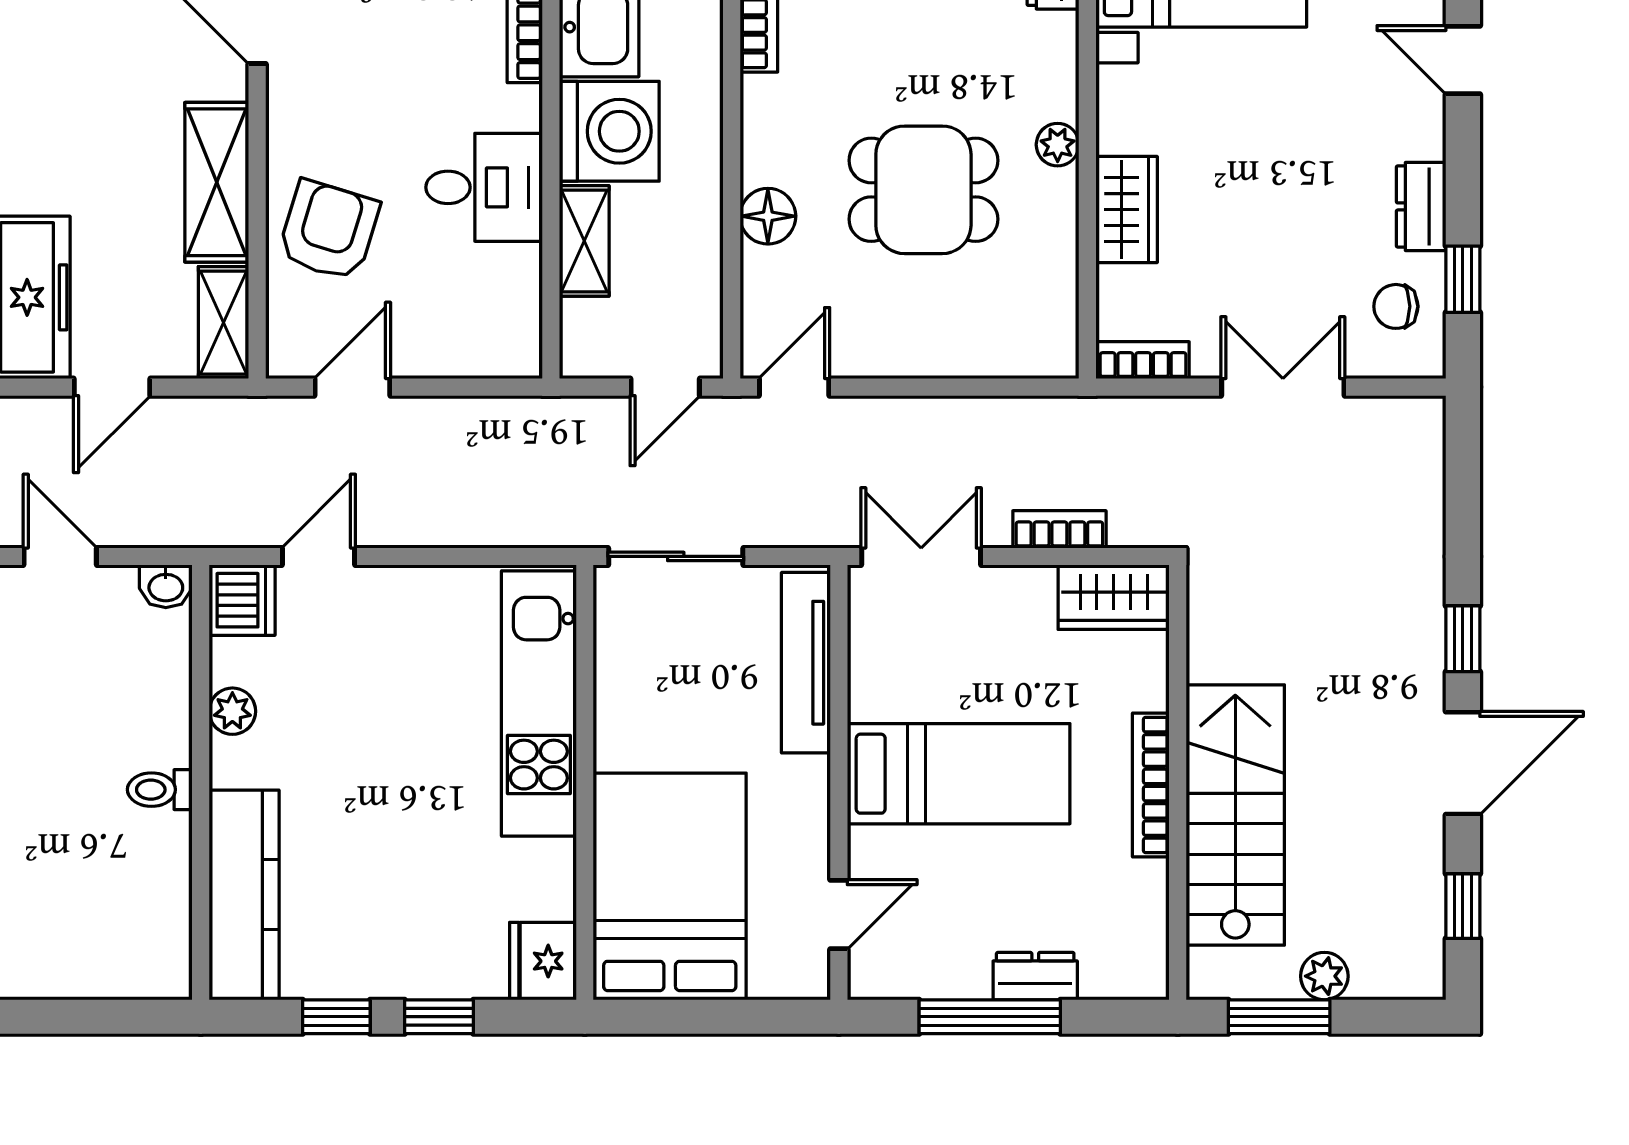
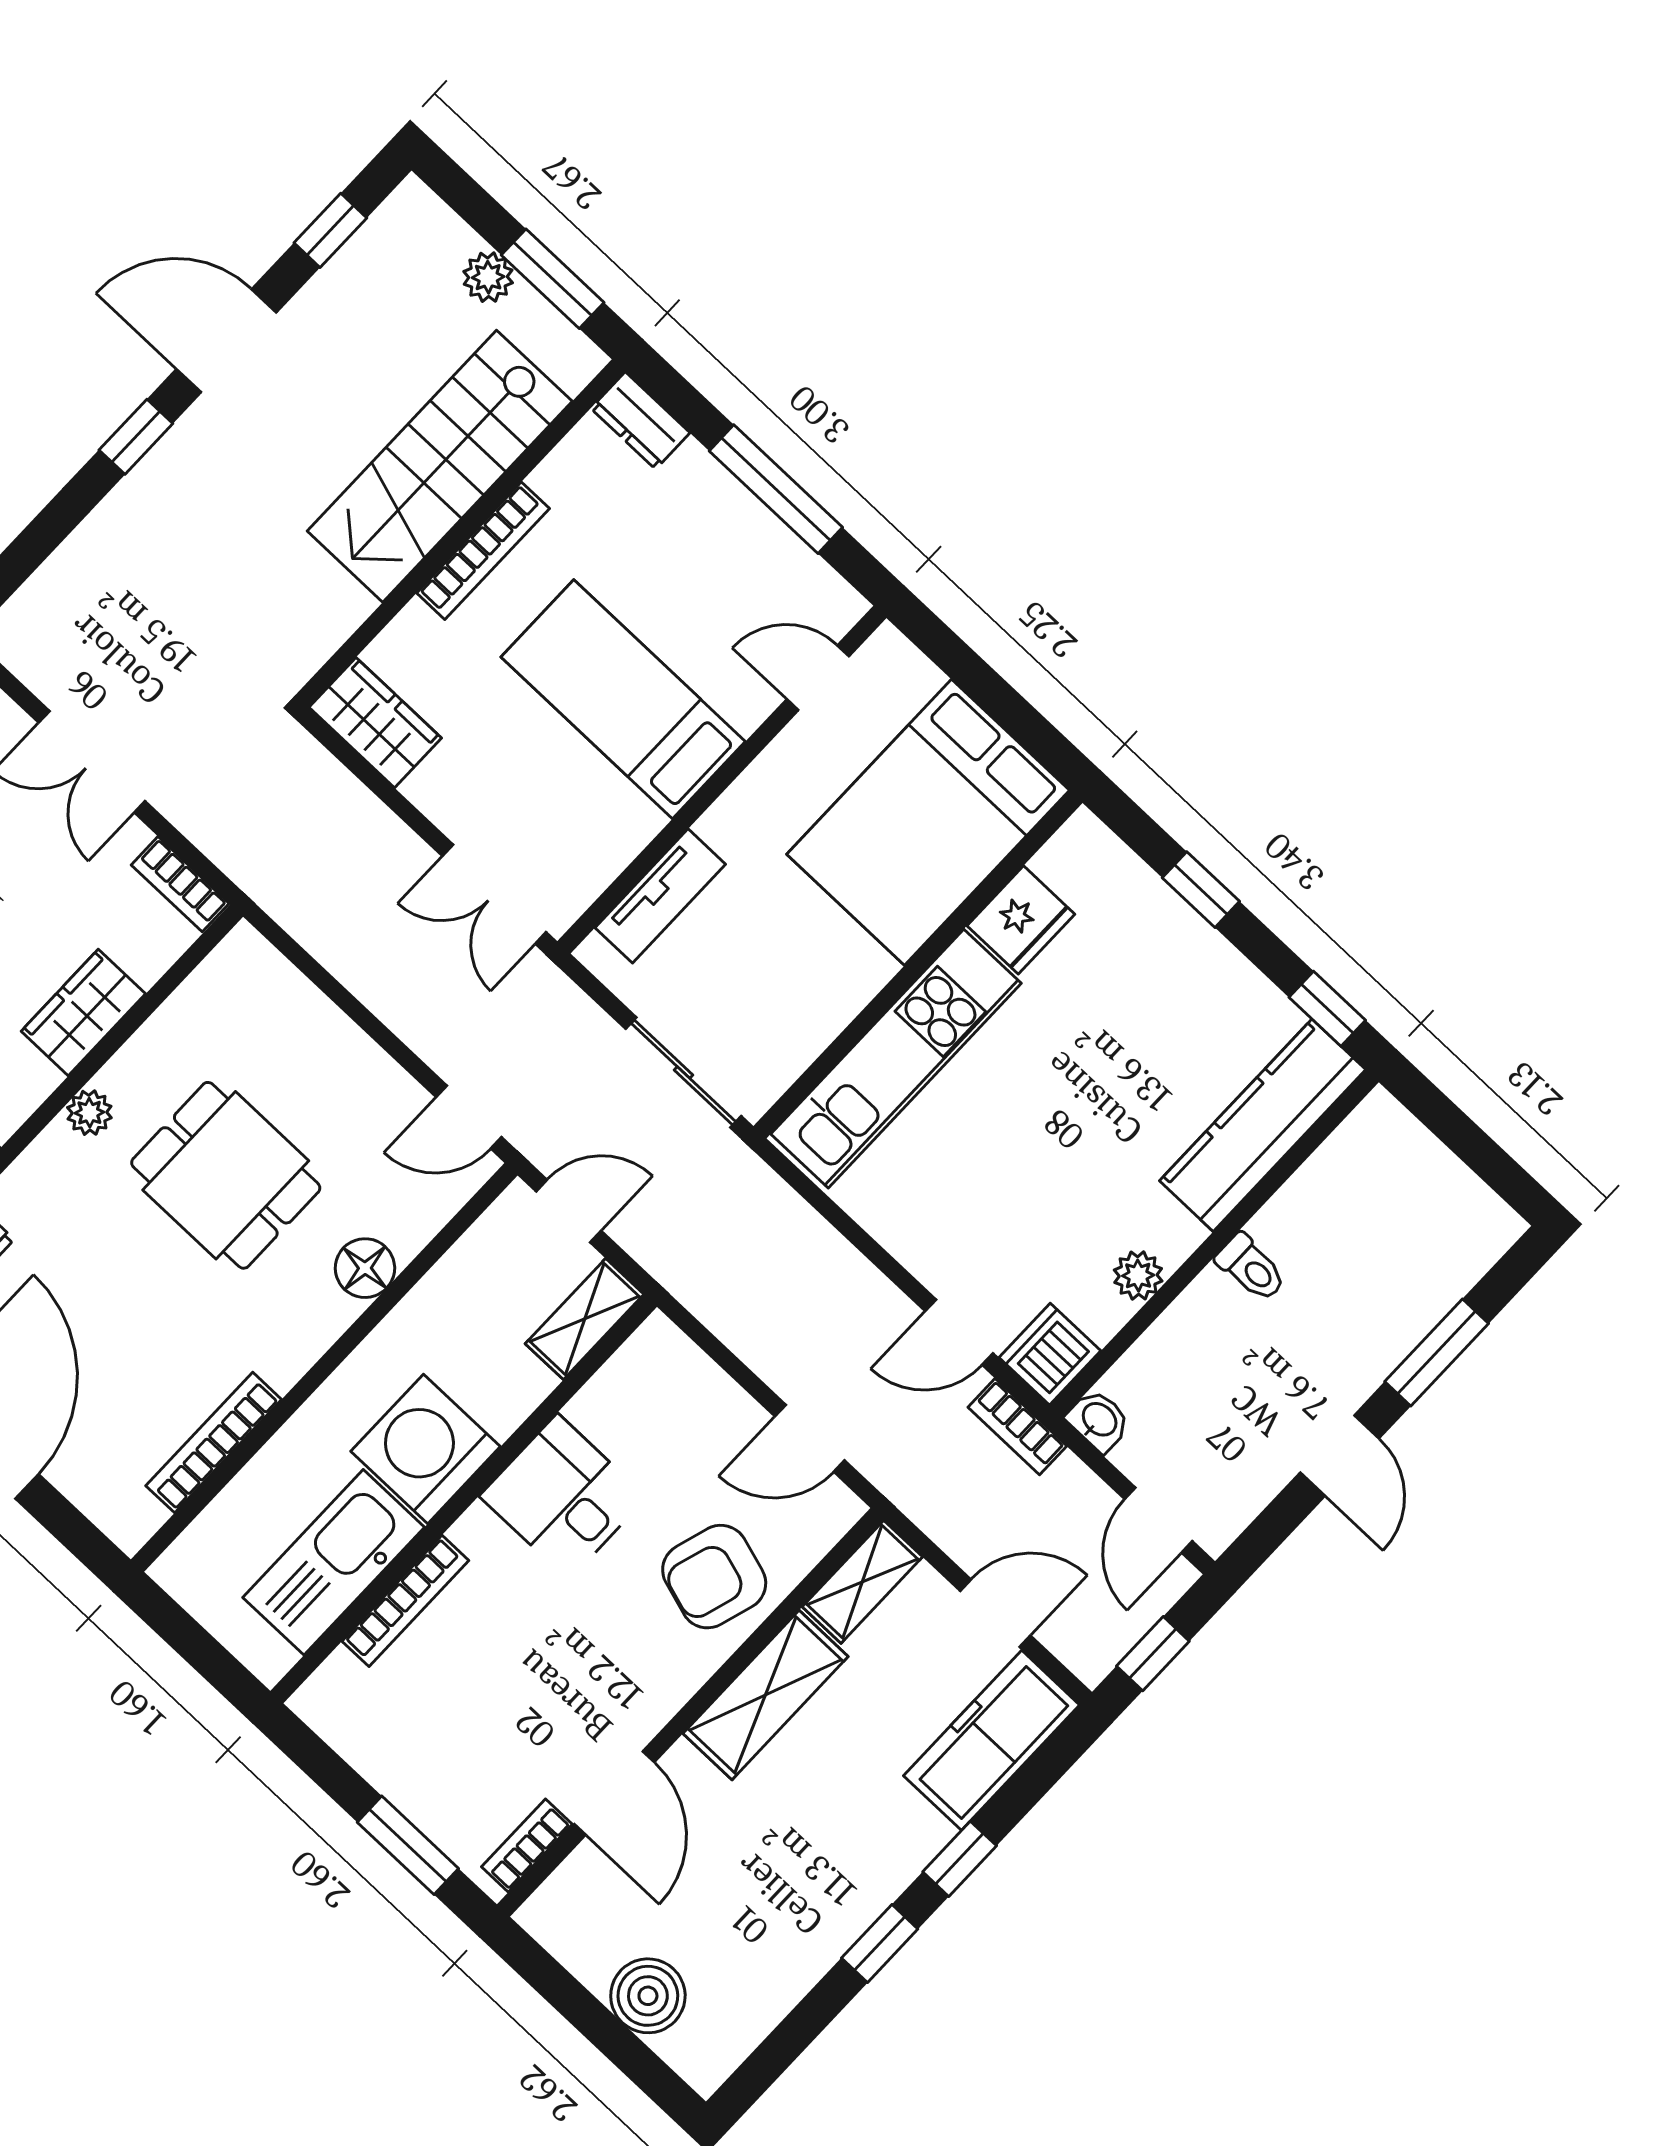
shelving: (584, 241) -> (585, 1319), moved
bookcase: (1059, 529) -> (1017, 1427), moved
tv unit: (806, 663) -> (660, 896), width x0.71
fridge: (543, 961) -> (1021, 920), moved
dresser: (1035, 976) -> (640, 421), moved
window: (336, 1017) -> (1327, 1009), moved

